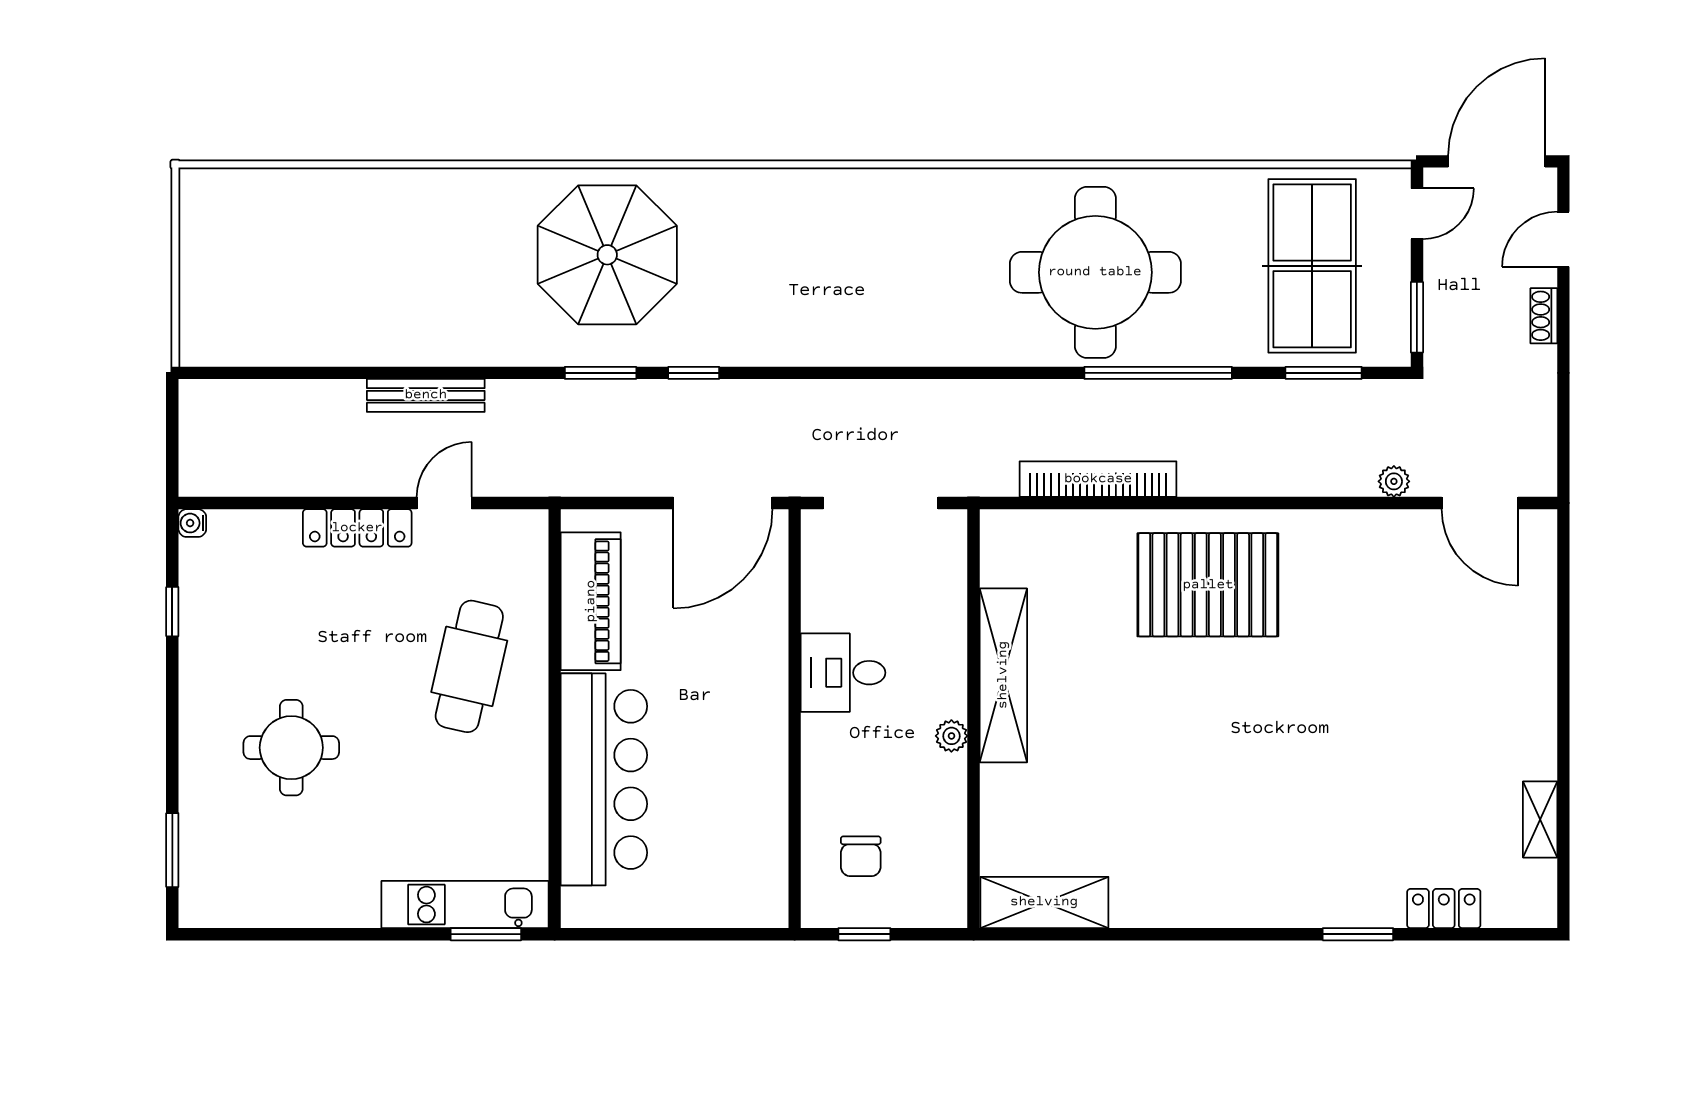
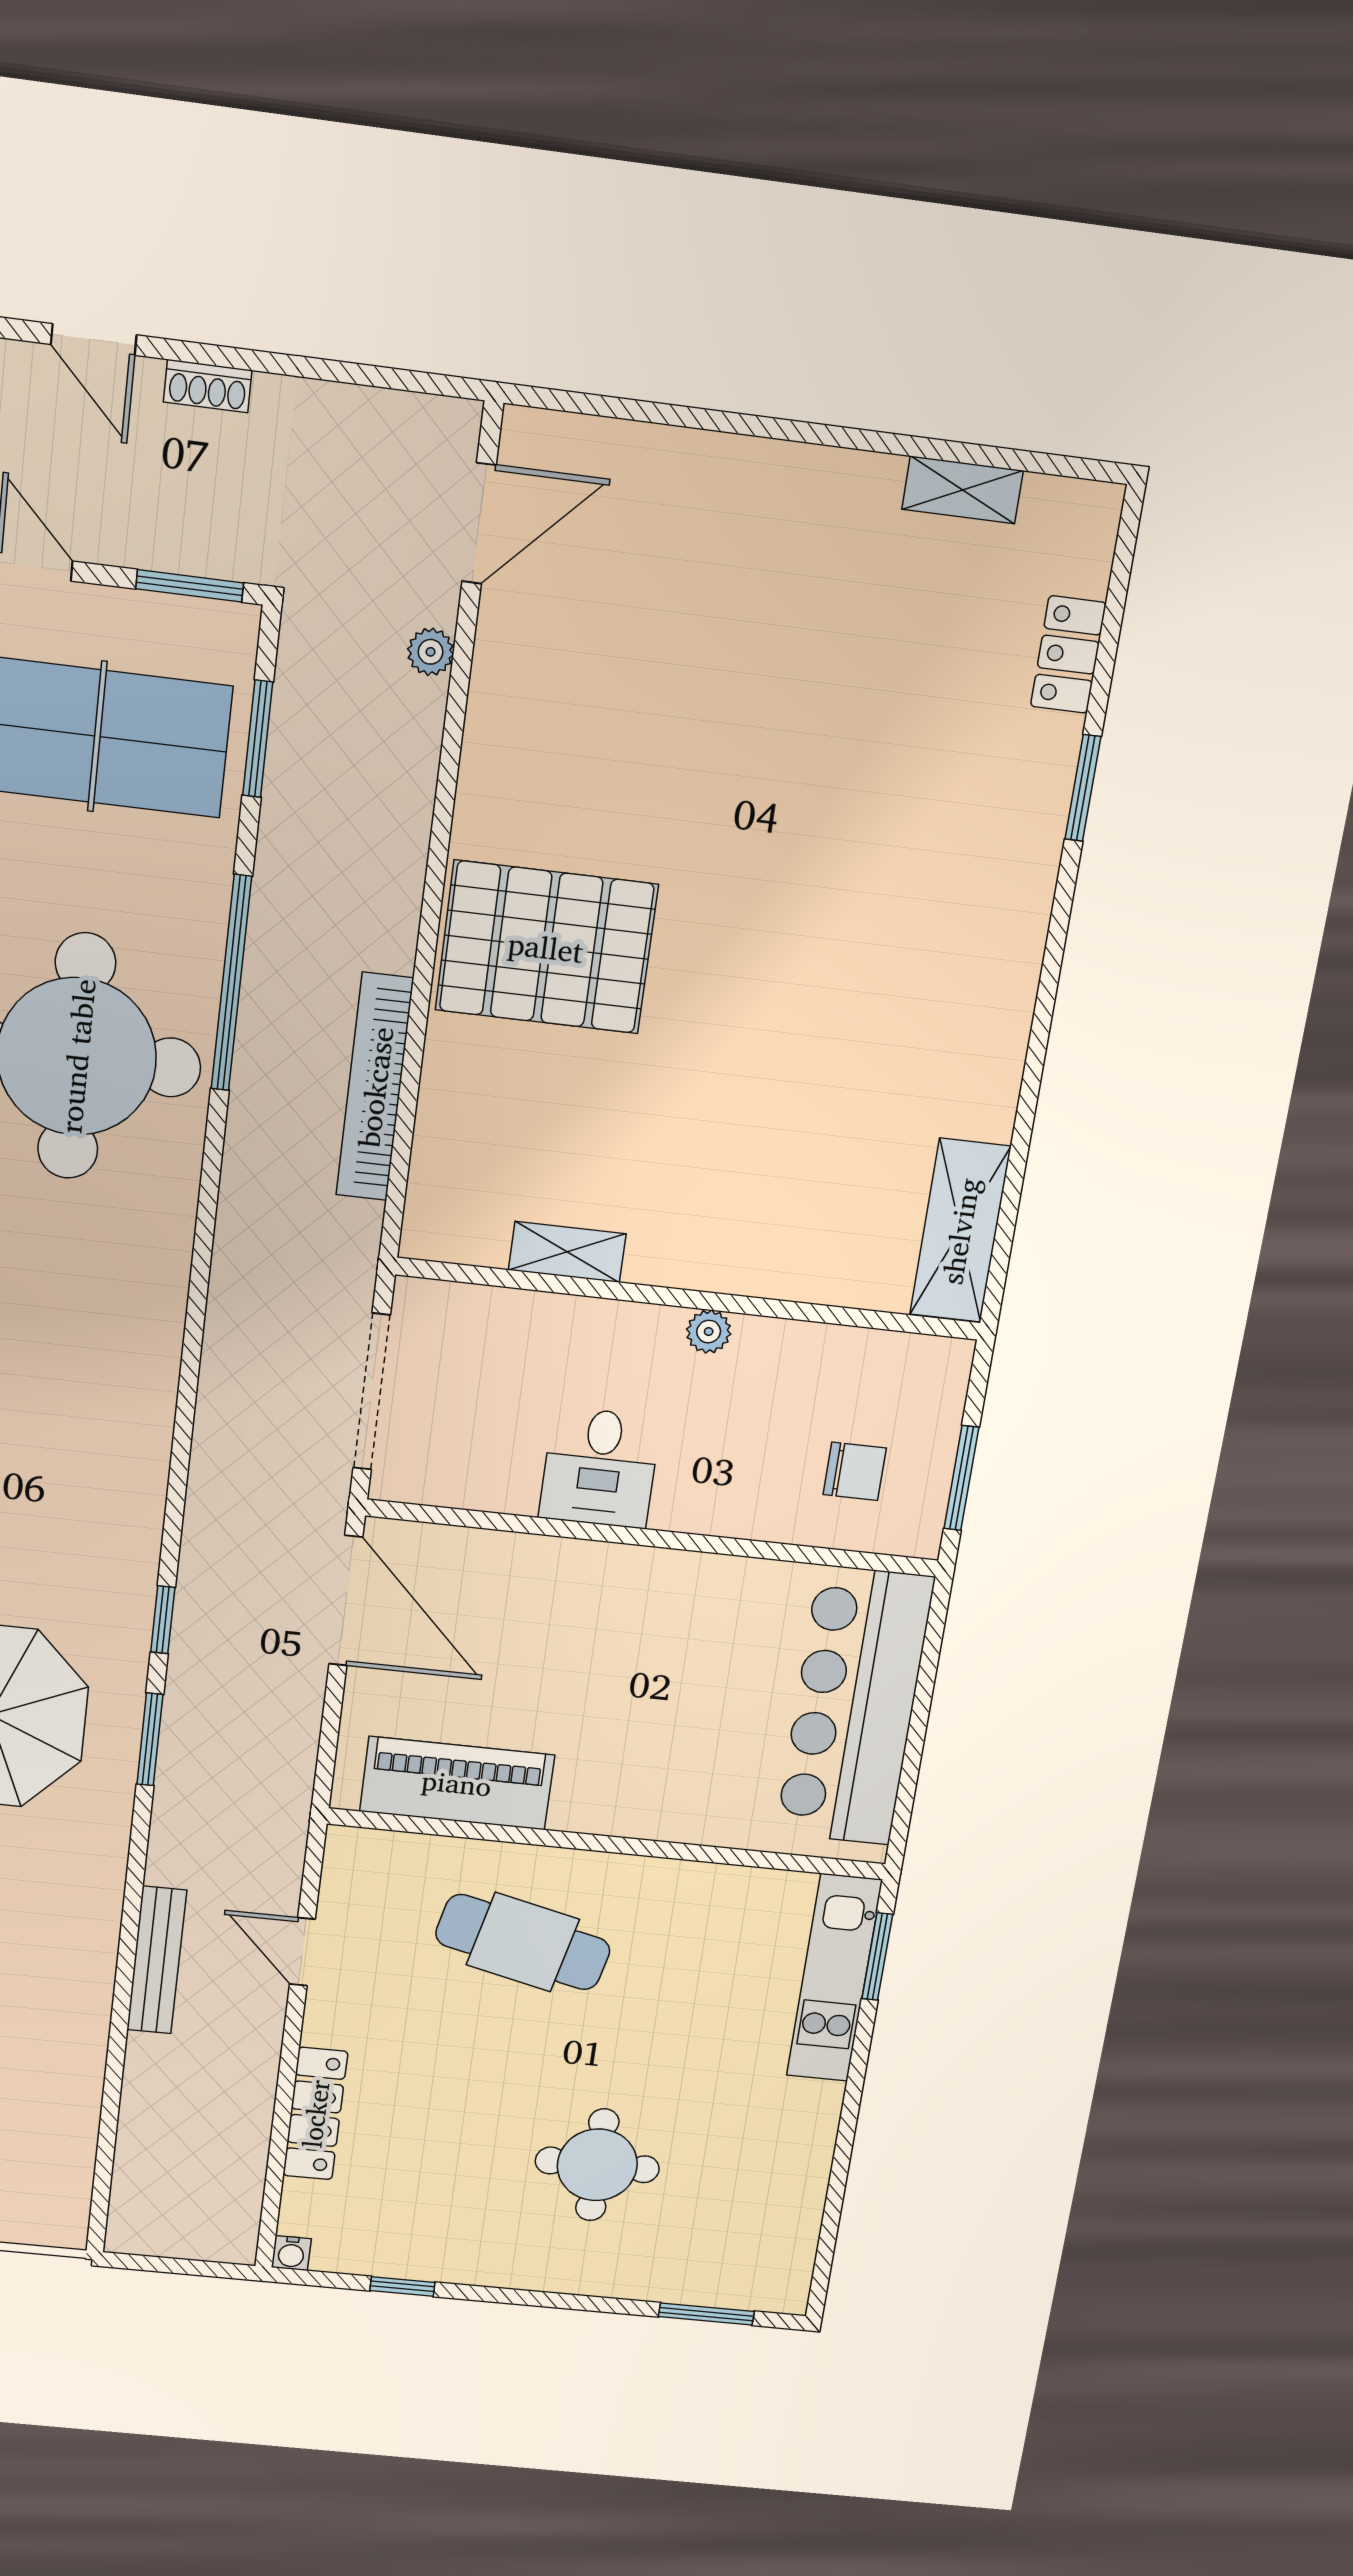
locker: (357, 528) -> (315, 2114), moved
pallet: (1208, 585) -> (546, 947), turned 90
shelving: (1003, 675) -> (567, 1252), width x0.45, depth x0.75
bar counter: (604, 779) -> (854, 1706), moved, turned -90
window: (864, 934) -> (961, 1478), width x1.50

